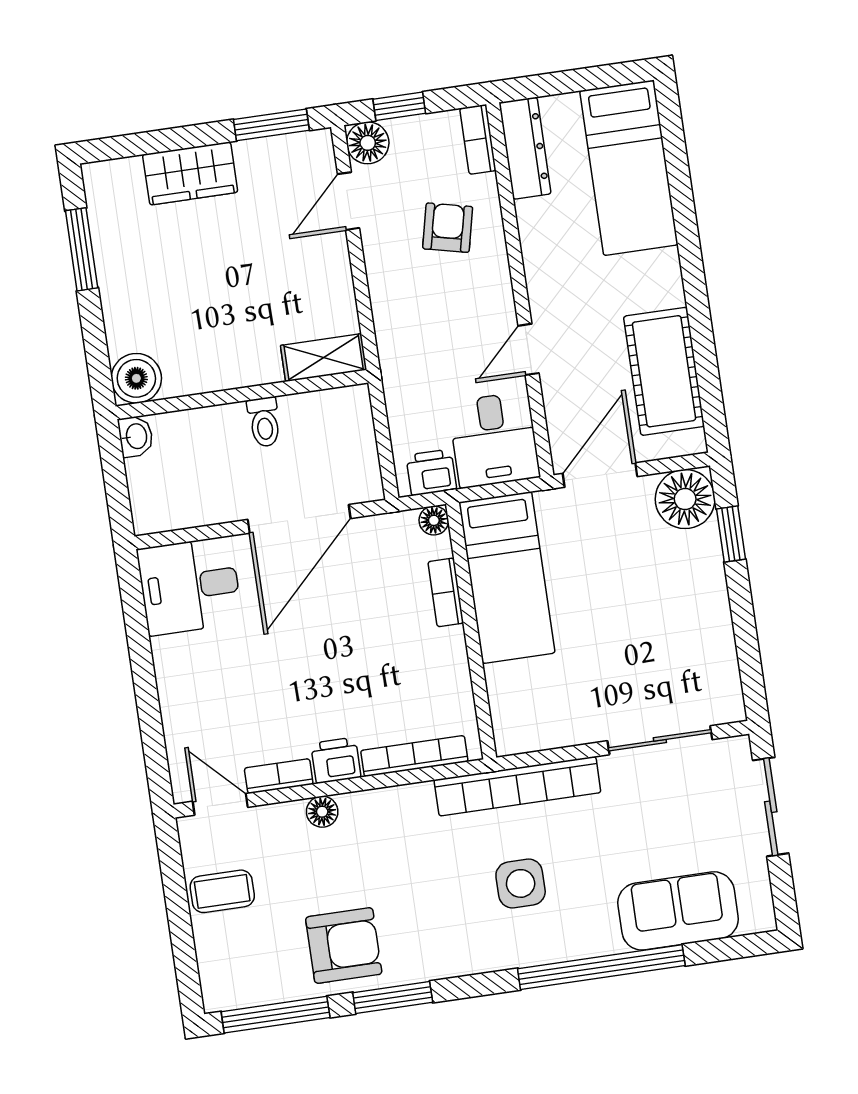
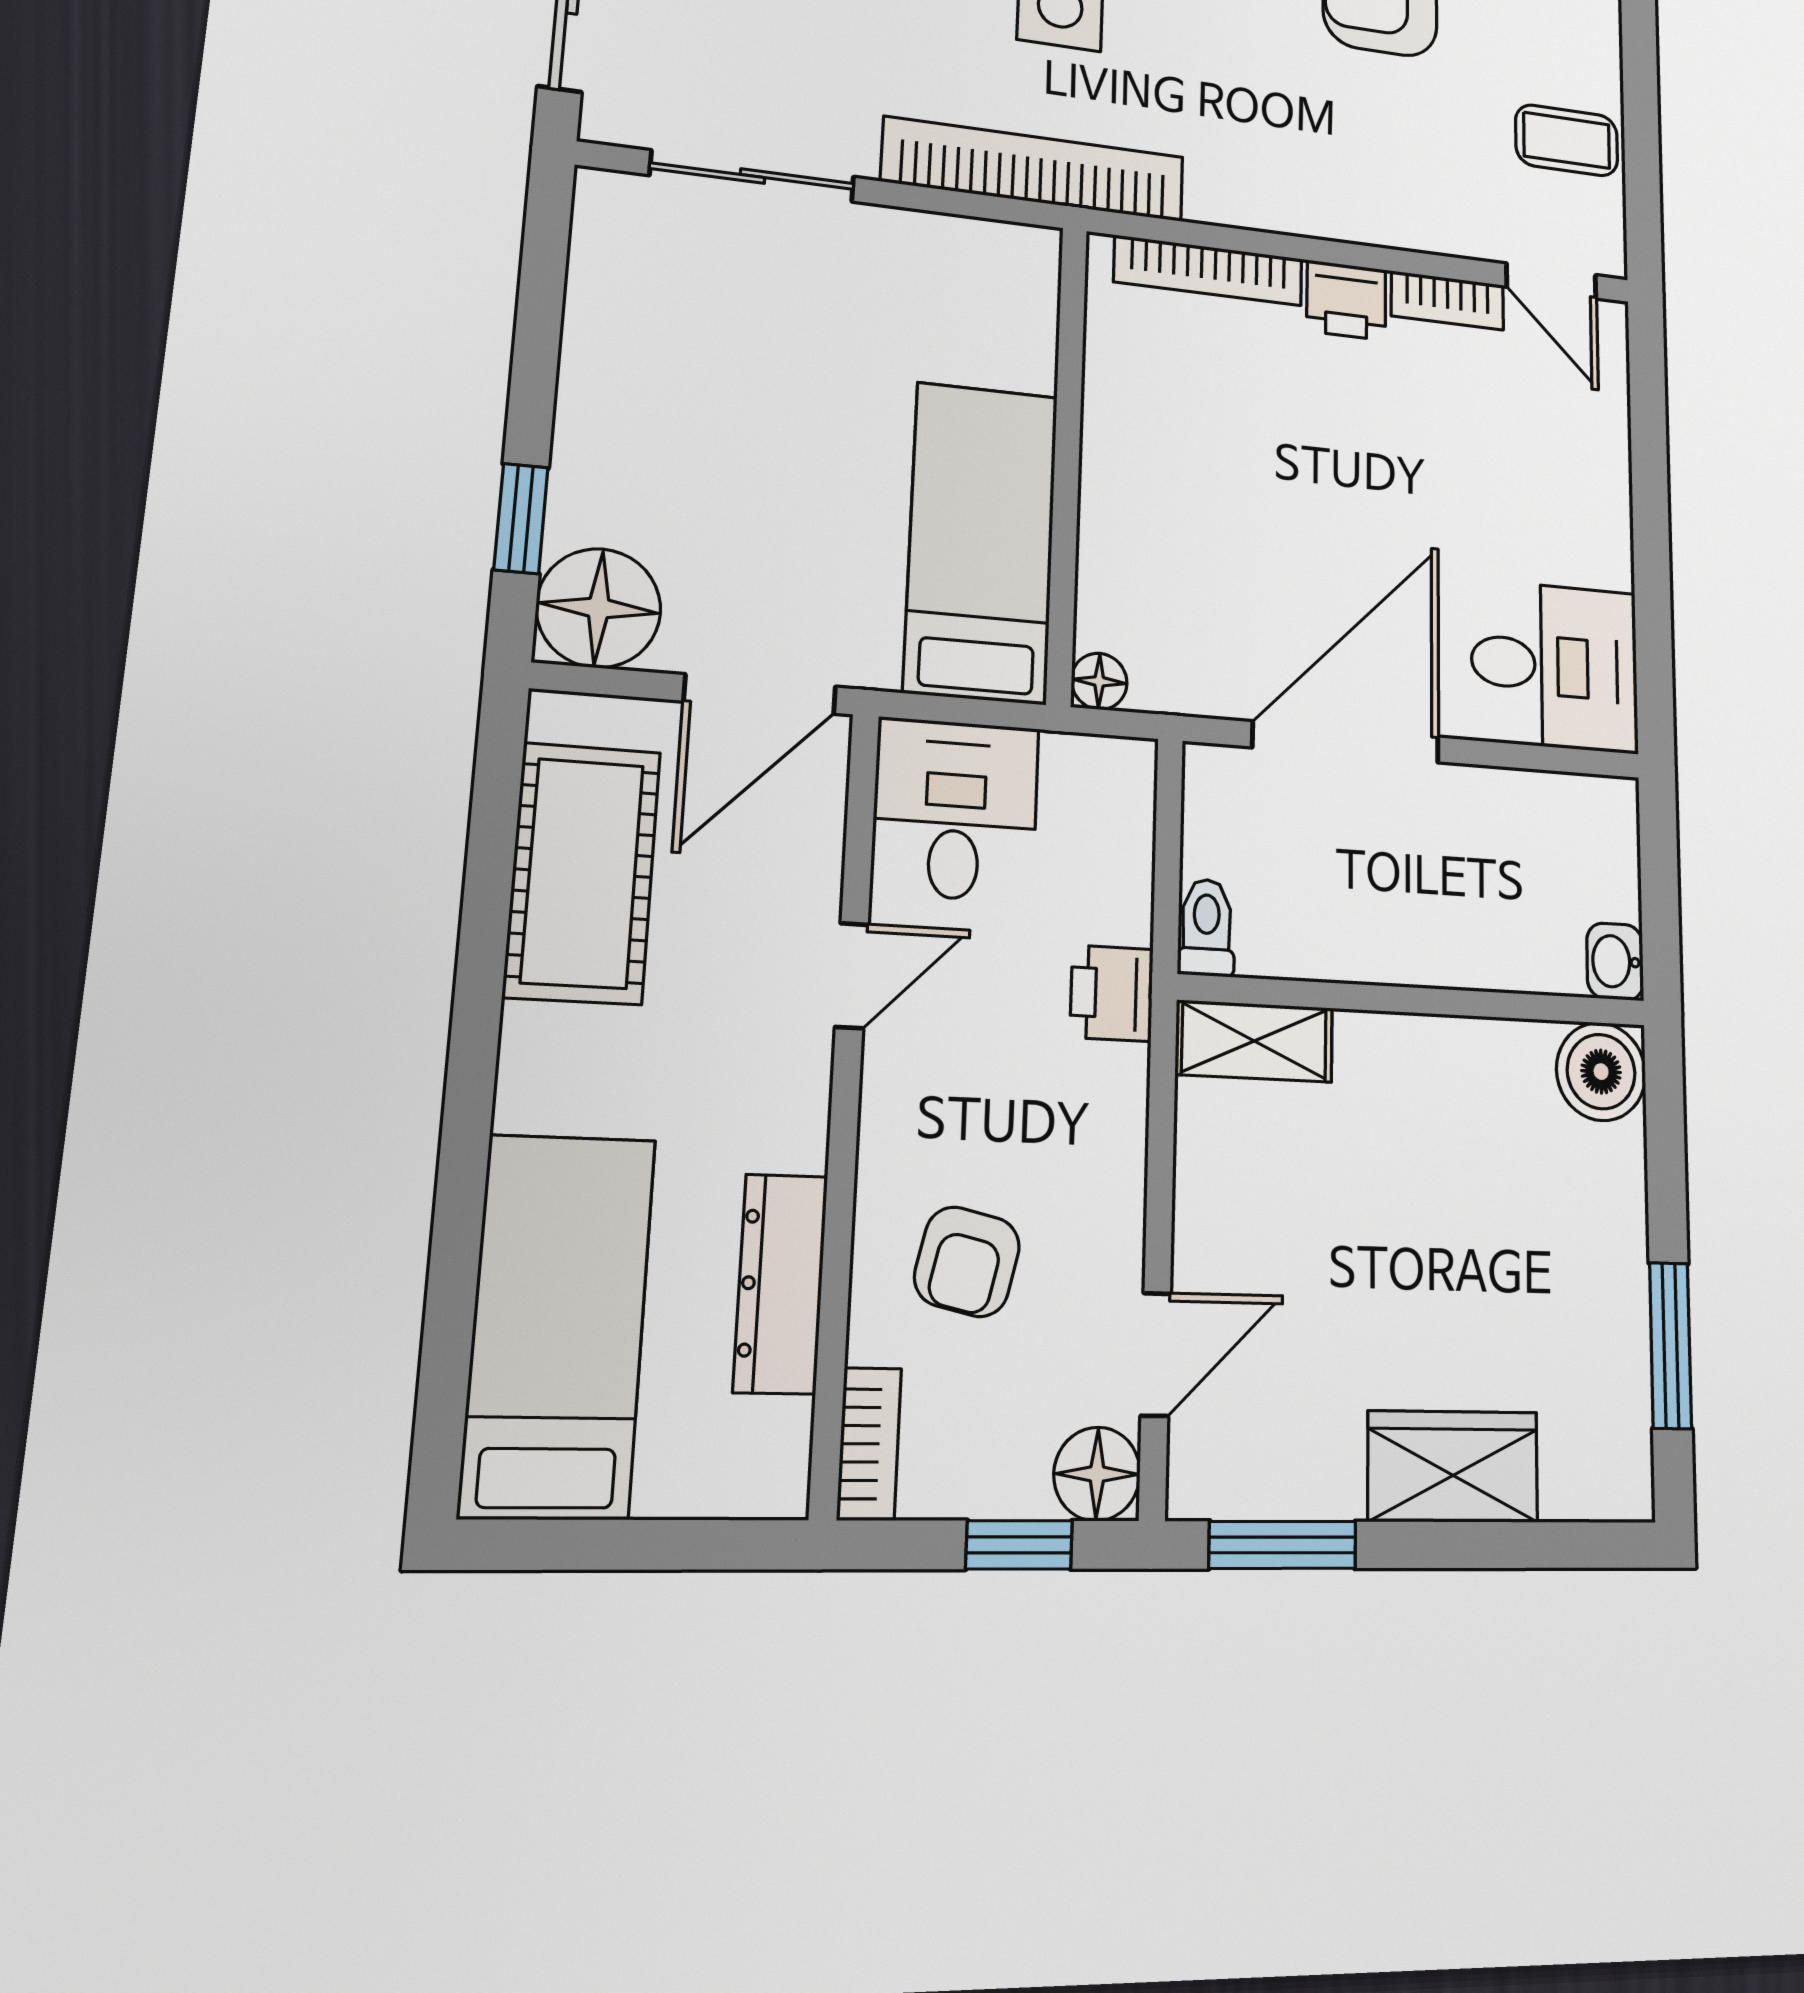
dresser: (525, 148) -> (781, 1284), moved
toilet: (264, 422) -> (1206, 928), moved
printer: (431, 472) -> (1112, 993), moved, turned 90
bookcase: (446, 592) -> (1101, 543), removed
floor lamp: (322, 812) -> (1383, 221), removed

